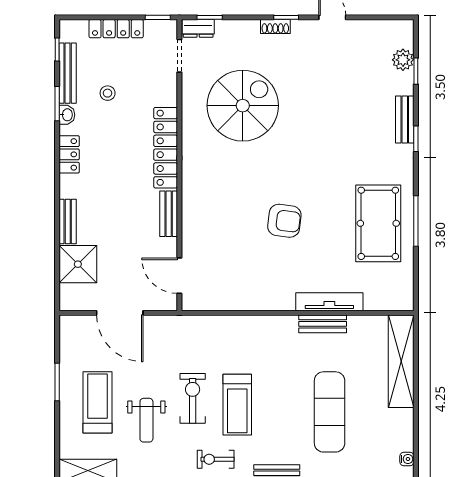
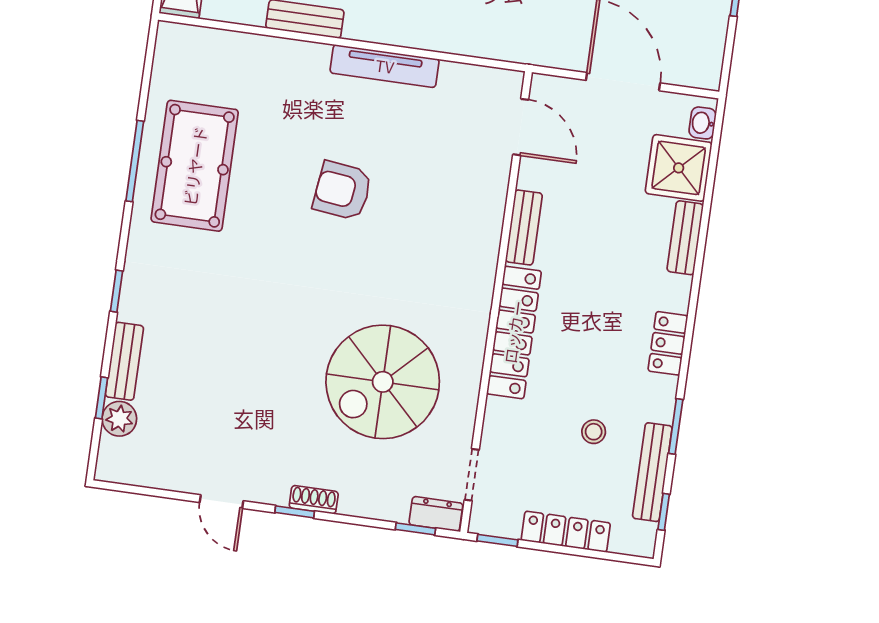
washbasin: (67, 115) -> (703, 123), moved
bench: (405, 120) -> (124, 361), moved
tv unit: (329, 302) -> (385, 66), moved

